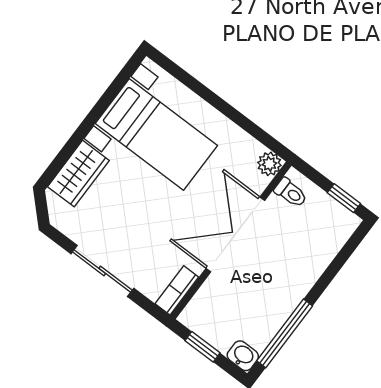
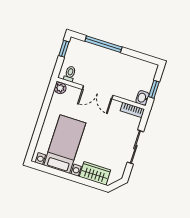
double door: (235, 234) -> (98, 92), width x0.73
window: (285, 333) -> (103, 44), moved
washbasin: (243, 356) -> (142, 98), moved

